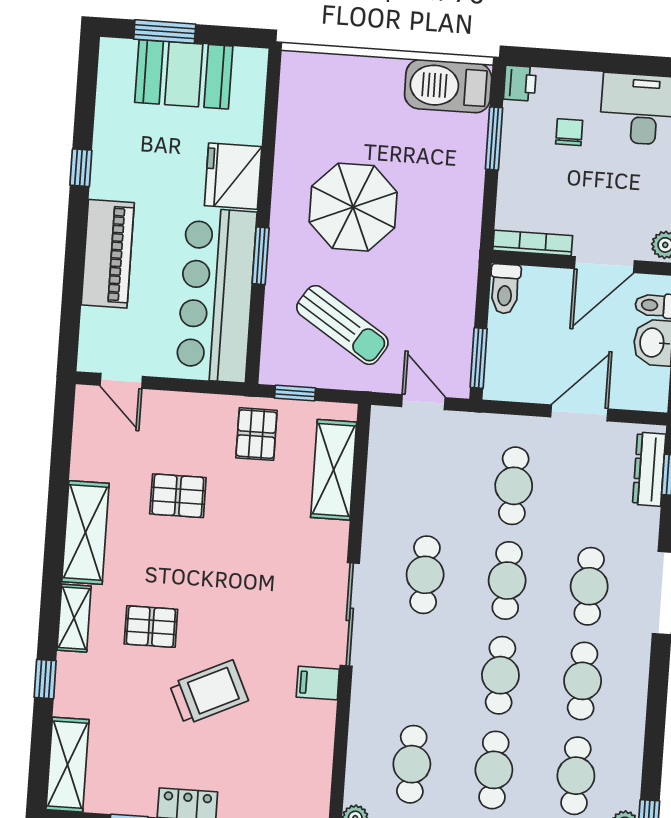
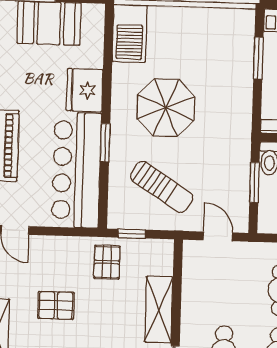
barbecue: (448, 86) -> (130, 33), moved, turned -90
window: (479, 358) -> (254, 182), moved
shelving: (334, 470) -> (159, 310), moved

